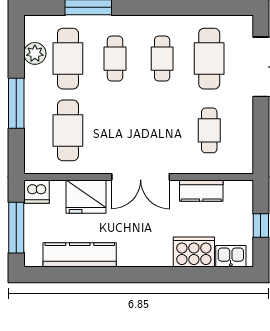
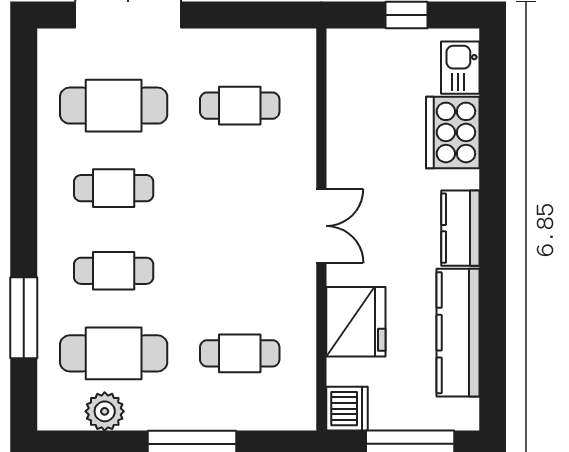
cafe table: (68, 130) -> (240, 353), width x0.73, depth x0.74
double door: (141, 177) -> (321, 226), width x0.73
kitchen counter: (201, 191) -> (460, 228), moved, turned 180

